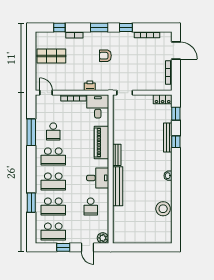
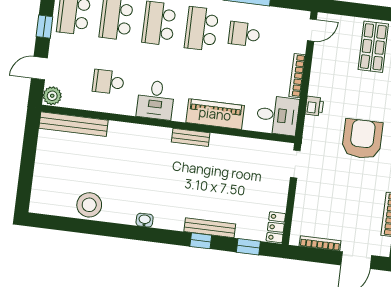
armchair: (105, 56) -> (362, 139), width x1.88, depth x1.88
bench: (118, 186) -> (74, 124), moved

